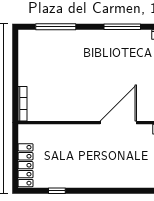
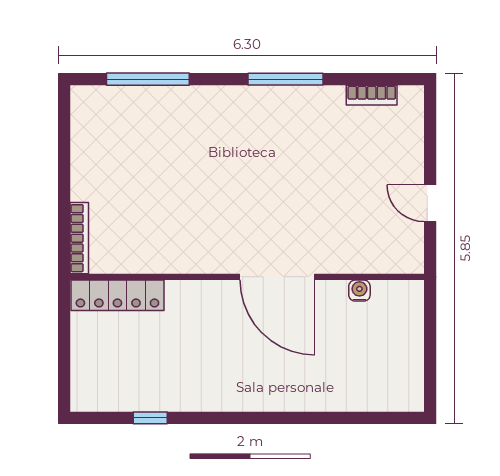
door: (118, 123) -> (277, 277), swing flipped
locker: (26, 165) -> (117, 295), moved, turned 90

